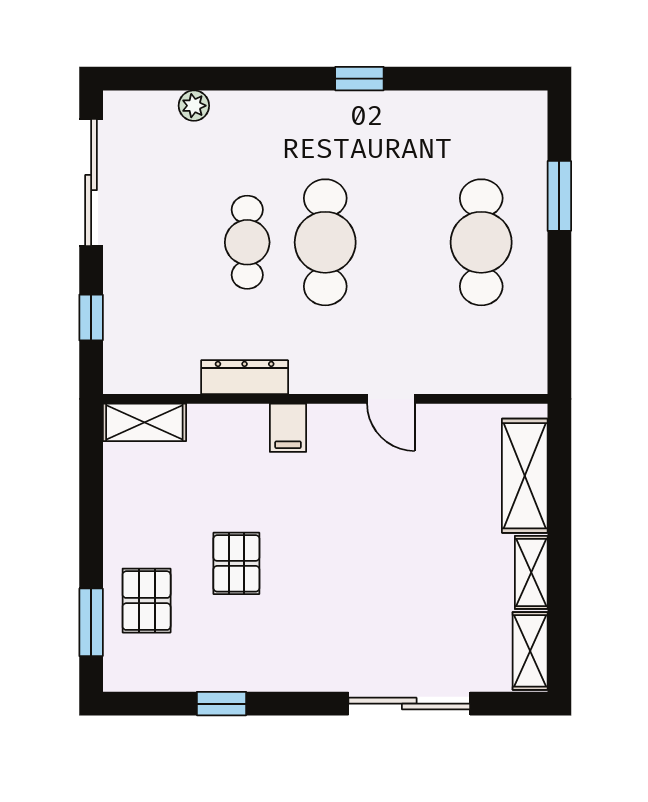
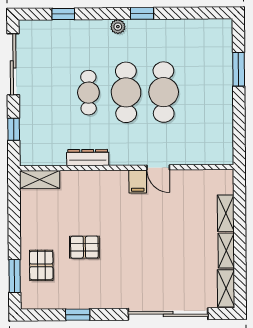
window: (196, 79) -> (63, 14), added
plant: (194, 106) -> (118, 27), moved
cafe table: (481, 242) -> (164, 92), moved
filing cabinet: (288, 428) -> (138, 182), moved
shelving: (525, 476) -> (226, 213), width x0.67, depth x0.75
pallet: (236, 563) -> (84, 247), turned 90
sliding door: (409, 704) -> (168, 314), width x1.36

